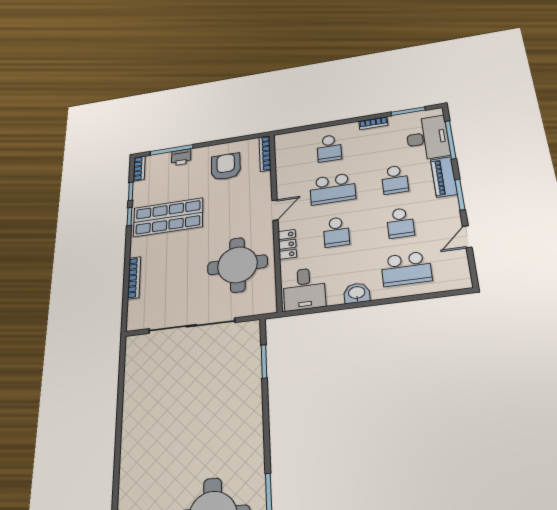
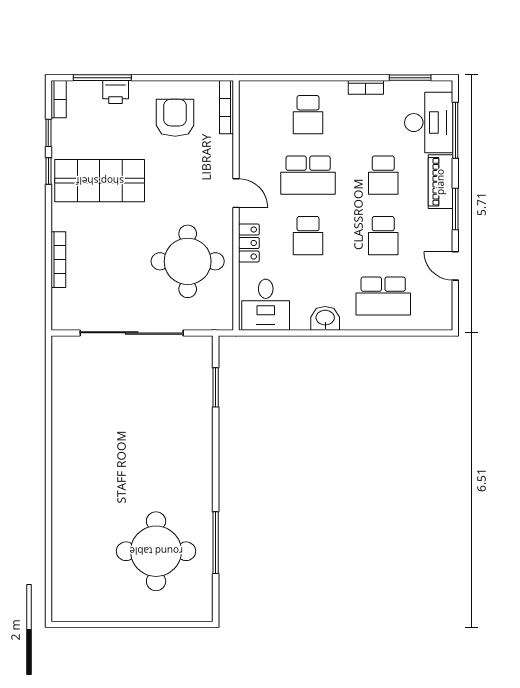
door: (275, 210) -> (236, 193), hinge flipped
door: (467, 237) -> (455, 266), hinge flipped

